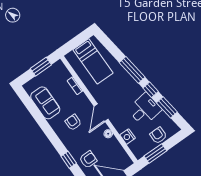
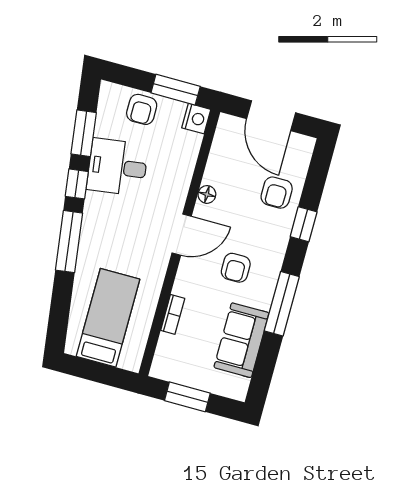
window: (46, 128) -> (282, 304), added
nightstand: (128, 137) -> (196, 119), moved
armchair: (88, 159) -> (277, 193), turned -90

